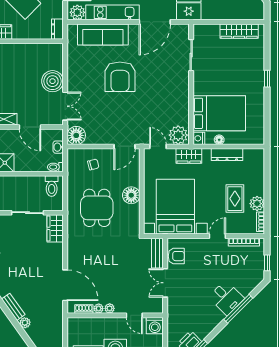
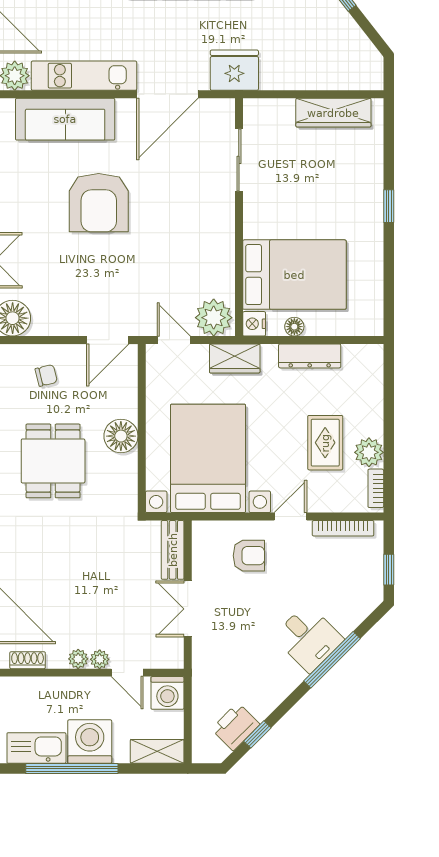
armchair: (176, 256) -> (249, 556), moved
plant: (99, 309) -> (100, 659), moved

